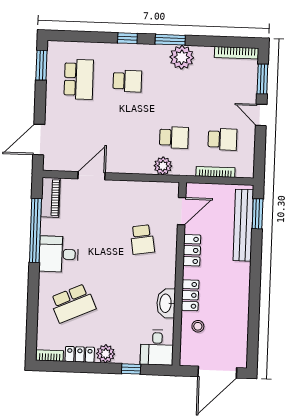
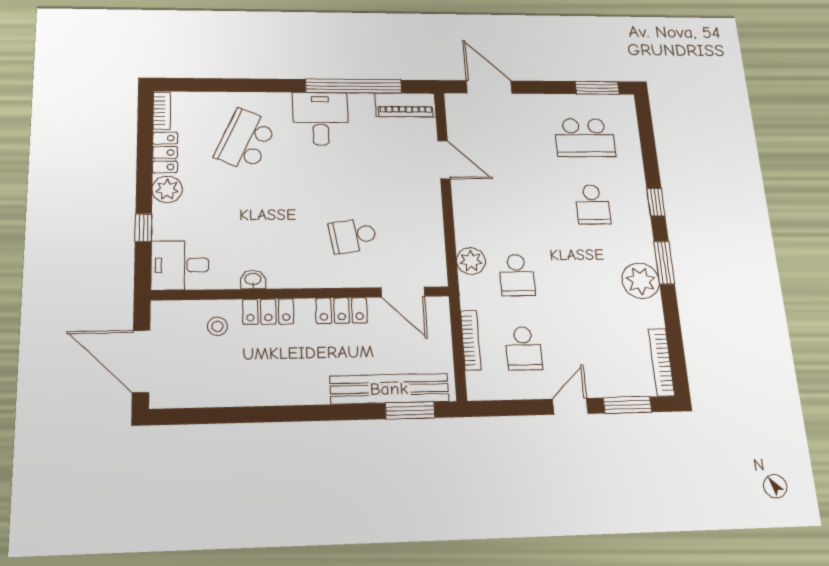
school desk: (73, 303) -> (246, 140), turned 48
washbasin: (166, 303) -> (253, 280), width x0.52, depth x0.69

